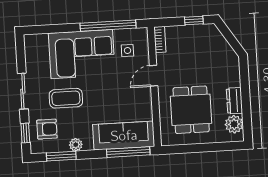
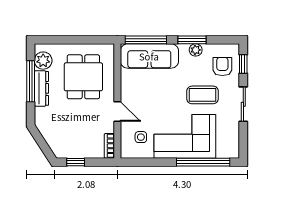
window: (108, 26) -> (203, 162), moved
door: (154, 76) -> (117, 111), hinge flipped
dresser: (234, 101) -> (41, 88), width x1.44
window: (246, 102) -> (31, 81), added
armchair: (47, 129) -> (222, 67), turned 90
window: (61, 156) -> (192, 40), moved

